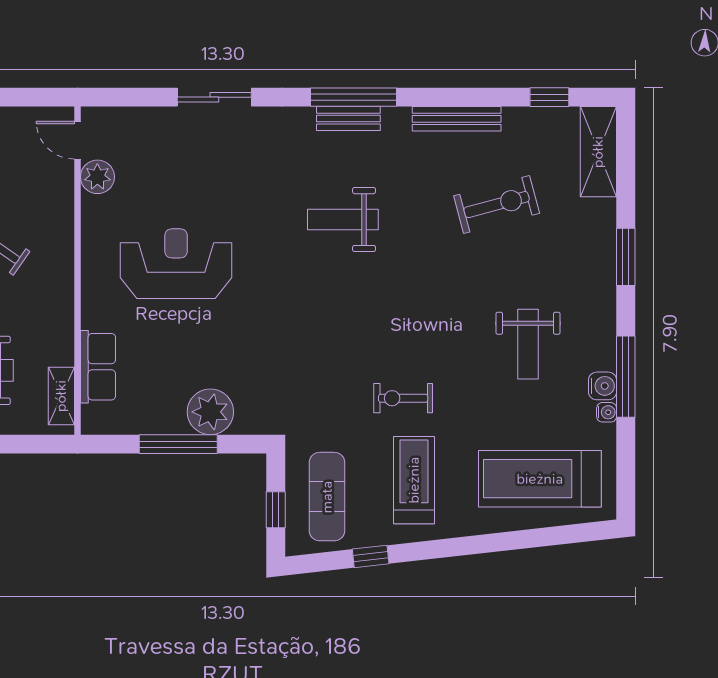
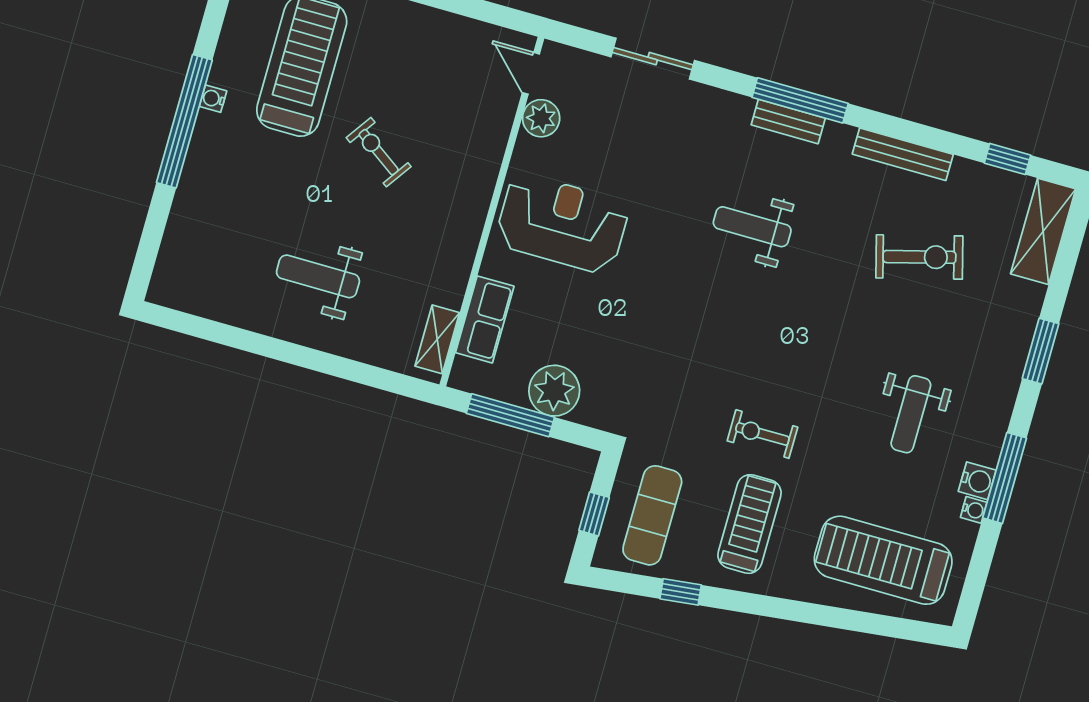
door: (77, 140) -> (531, 73), moved
plant: (97, 177) -> (541, 118), moved
wall: (77, 271) -> (492, 212), moved
row of seats: (98, 367) -> (485, 319), moved
shelving: (61, 396) -> (437, 339), moved

